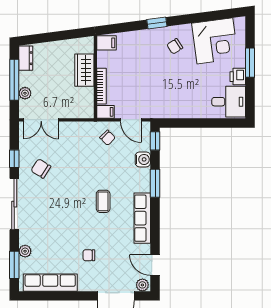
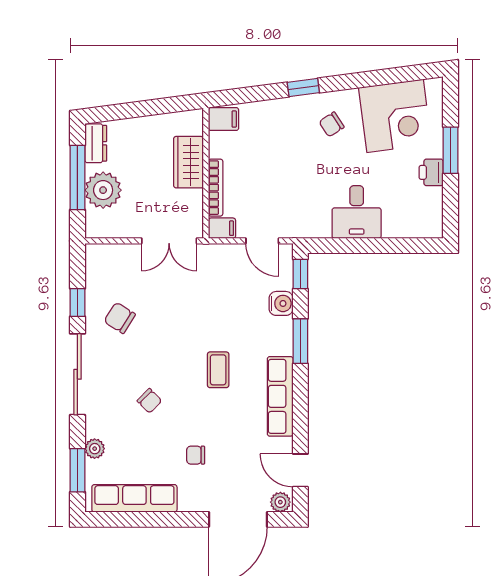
plant: (25, 93) -> (103, 190), width x1.88, depth x1.88
desk: (229, 102) -> (357, 212), moved, turned 90
double door: (41, 120) -> (169, 241), moved
chair: (108, 138) -> (149, 401), moved

